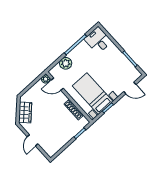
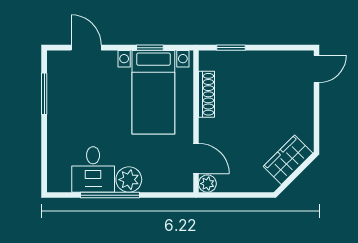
desk: (98, 40) -> (93, 169), moved
plant: (66, 63) -> (129, 180), moved
door: (33, 140) -> (317, 69), moved

